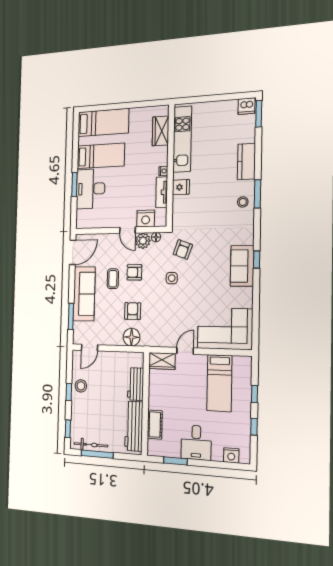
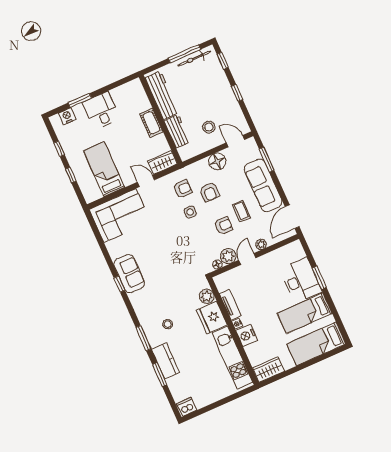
window: (259, 114) -> (160, 374), moved
wardrobe: (160, 131) -> (268, 370), moved, turned -90
fridge: (181, 187) -> (212, 317), width x1.88, depth x1.34
stool: (243, 202) -> (168, 324), moved
plant: (179, 210) -> (207, 296), added
nightstand: (146, 219) -> (247, 335), moved, turned -90
door: (127, 230) -> (247, 259), hinge flipped
plant: (110, 239) -> (261, 244), added
armchair: (183, 250) -> (183, 189), moved, turned 70
side table: (172, 278) -> (190, 212), moved
floor lamp: (132, 337) -> (217, 161), moved
door: (89, 348) -> (235, 141), hinge flipped
door: (185, 351) -> (146, 181), swing flipped
stool: (81, 386) -> (209, 127), moved
cot: (155, 425) -> (151, 123), moved
window: (175, 461) -> (80, 100), moved

